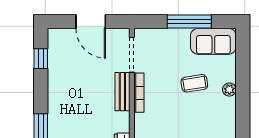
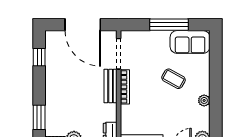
door: (91, 22) -> (83, 25), width x1.36
coffee table: (194, 83) -> (174, 79), turned 38
plant: (229, 90) -> (204, 100), moved

